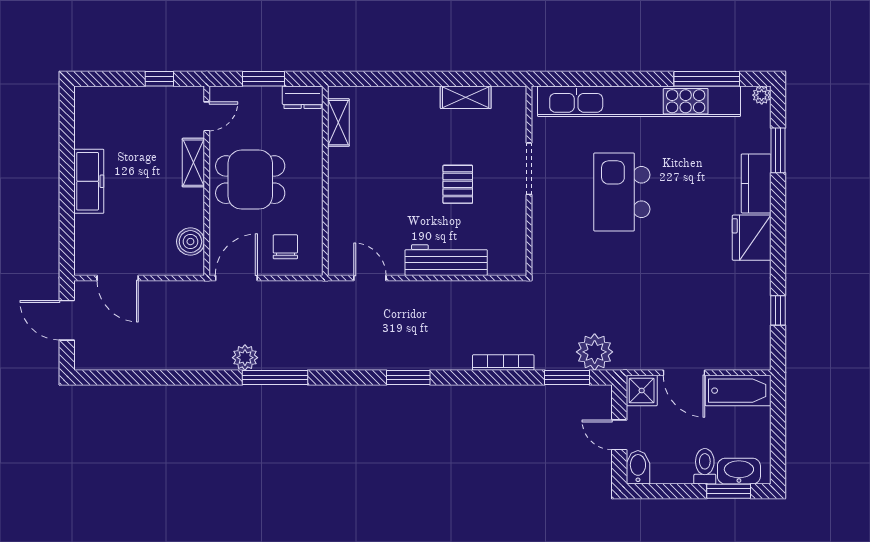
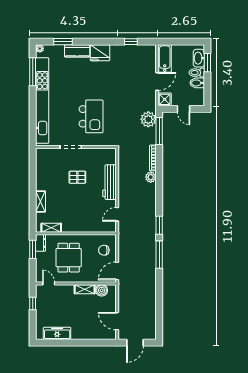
window: (264, 79) -> (33, 249), moved
shelving: (466, 97) -> (41, 202), moved
shelving: (193, 163) -> (85, 289), moved
dining table: (250, 180) -> (69, 258), moved
freezer: (89, 181) -> (57, 333), moved
kitchen island: (622, 192) -> (91, 116), moved, turned -90
door: (118, 278) -> (117, 321), swing flipped
door: (236, 278) -> (117, 271), hinge flipped
plant: (245, 358) -> (151, 177), moved
window: (408, 377) -> (159, 225), moved
window: (567, 377) -> (159, 131), width x1.44
door: (619, 435) -> (183, 109), hinge flipped
bidet: (638, 467) -> (197, 83), moved

